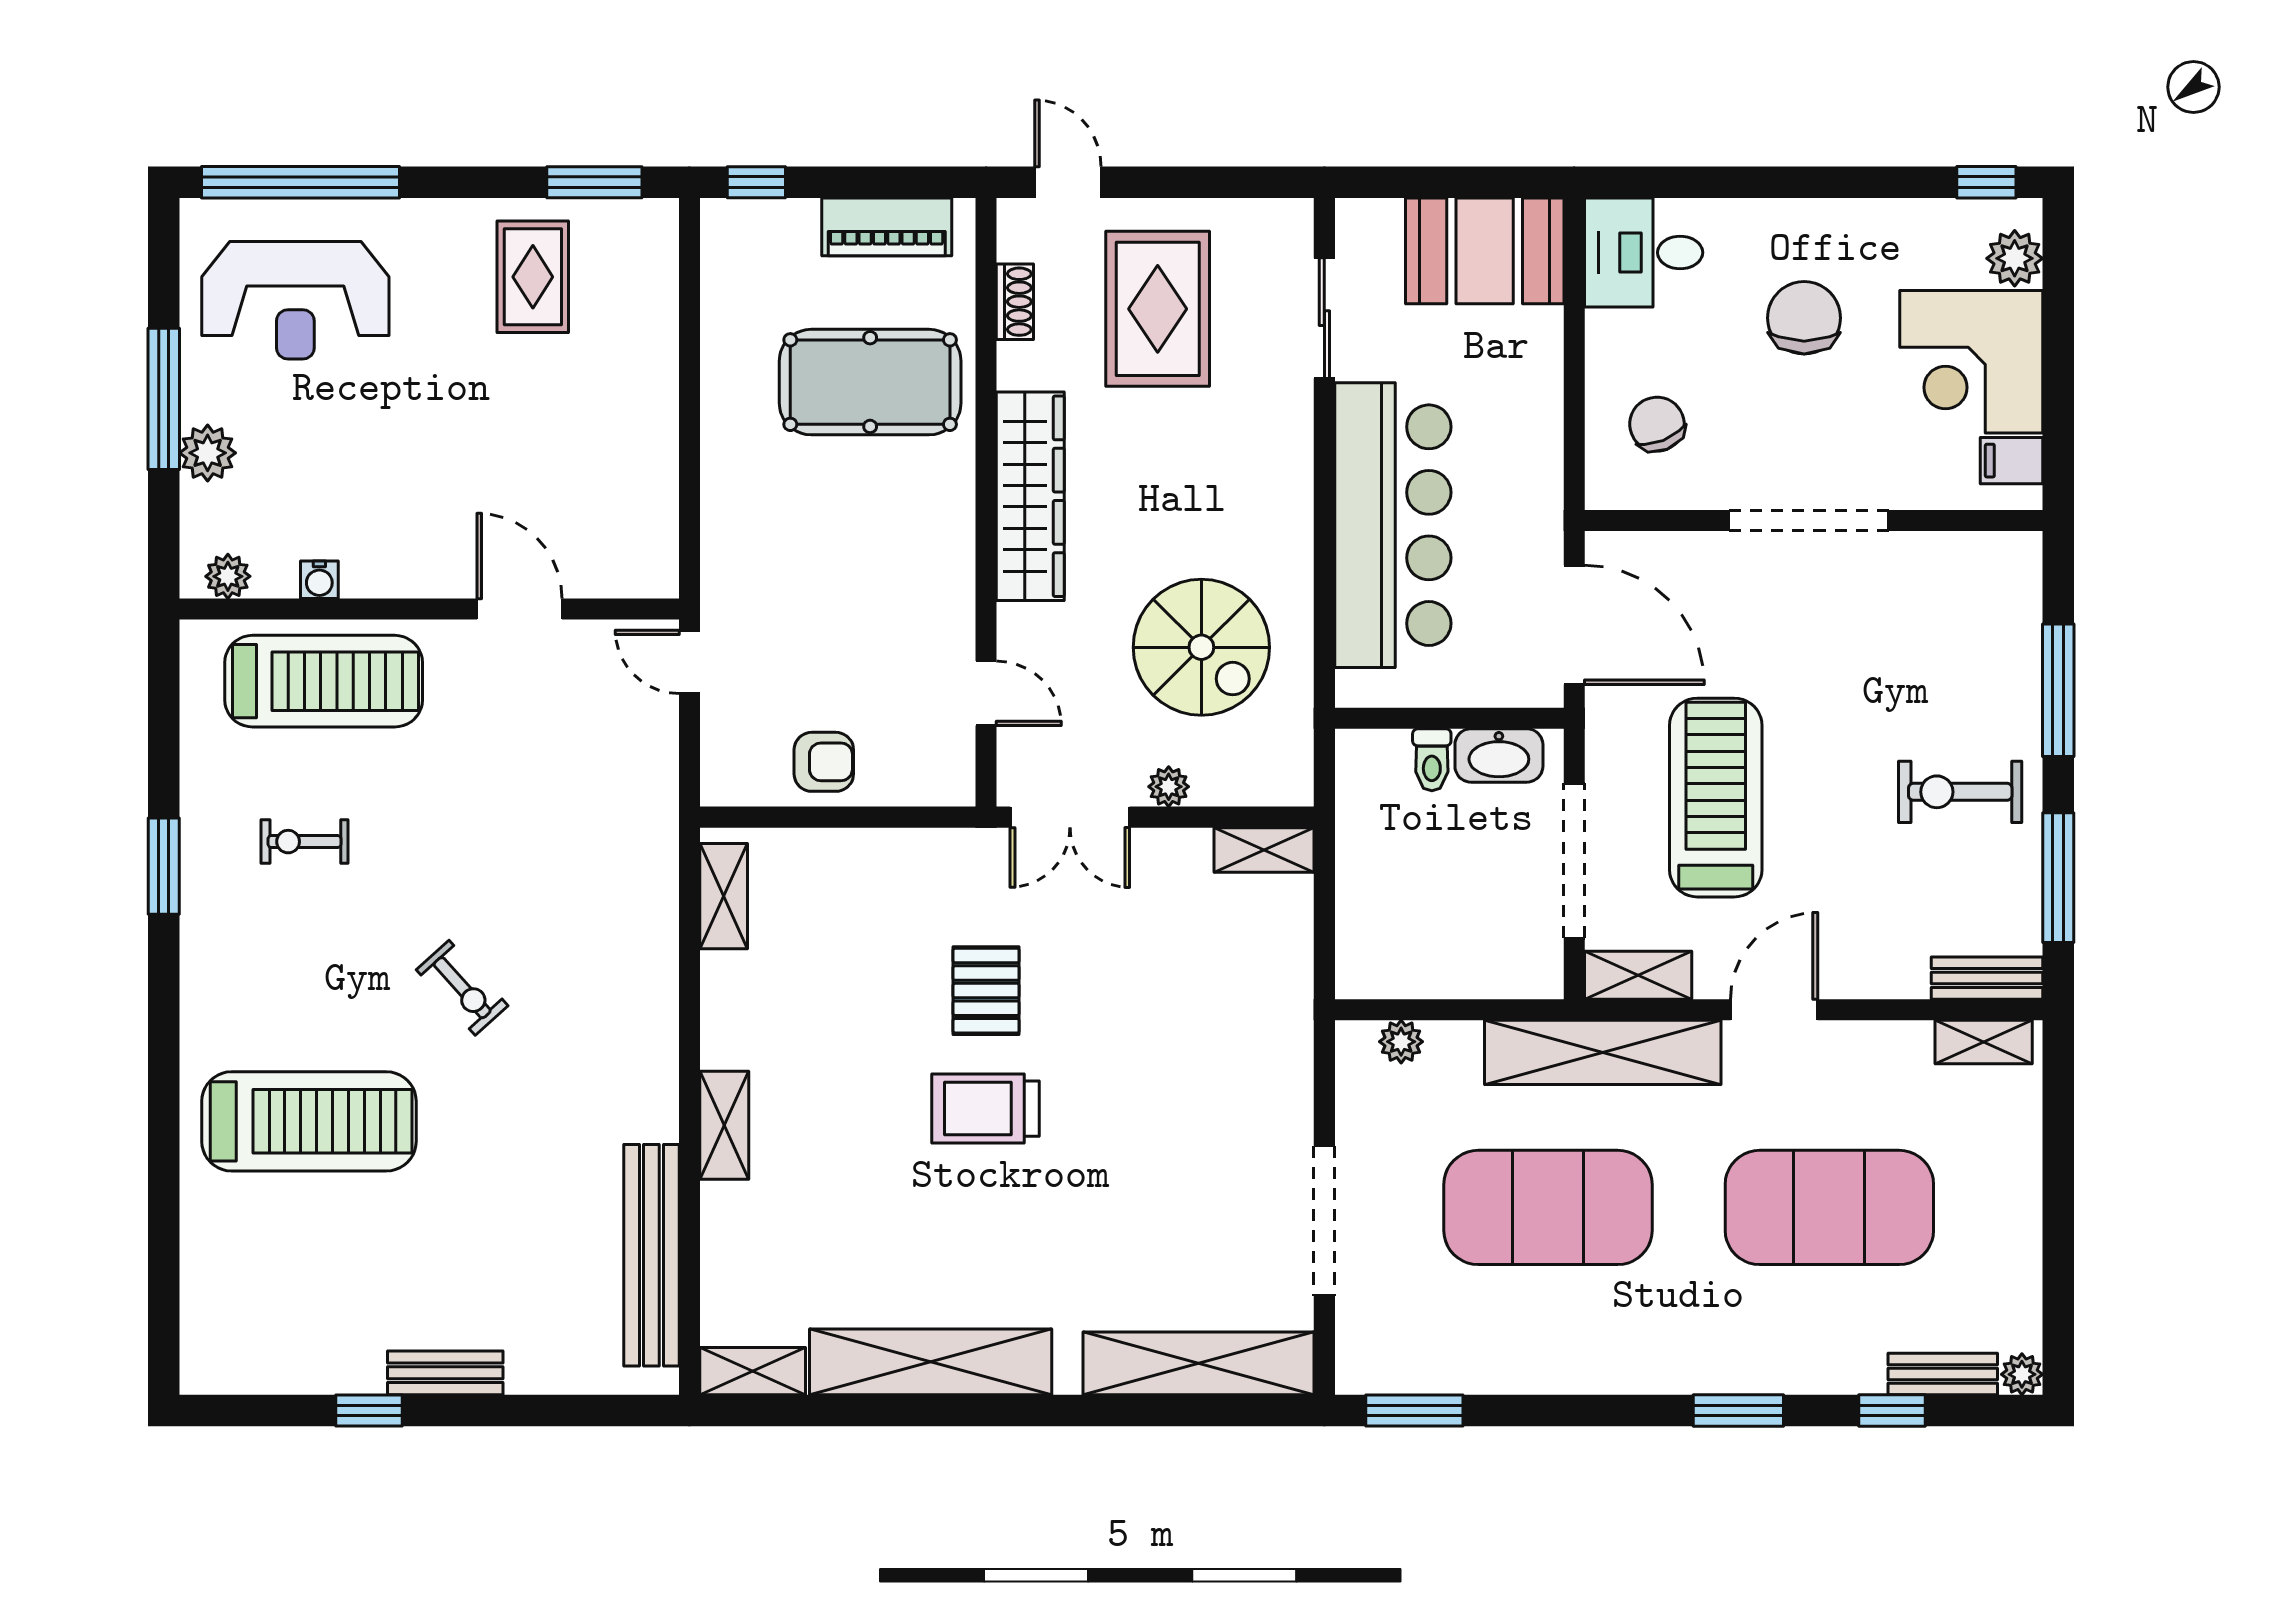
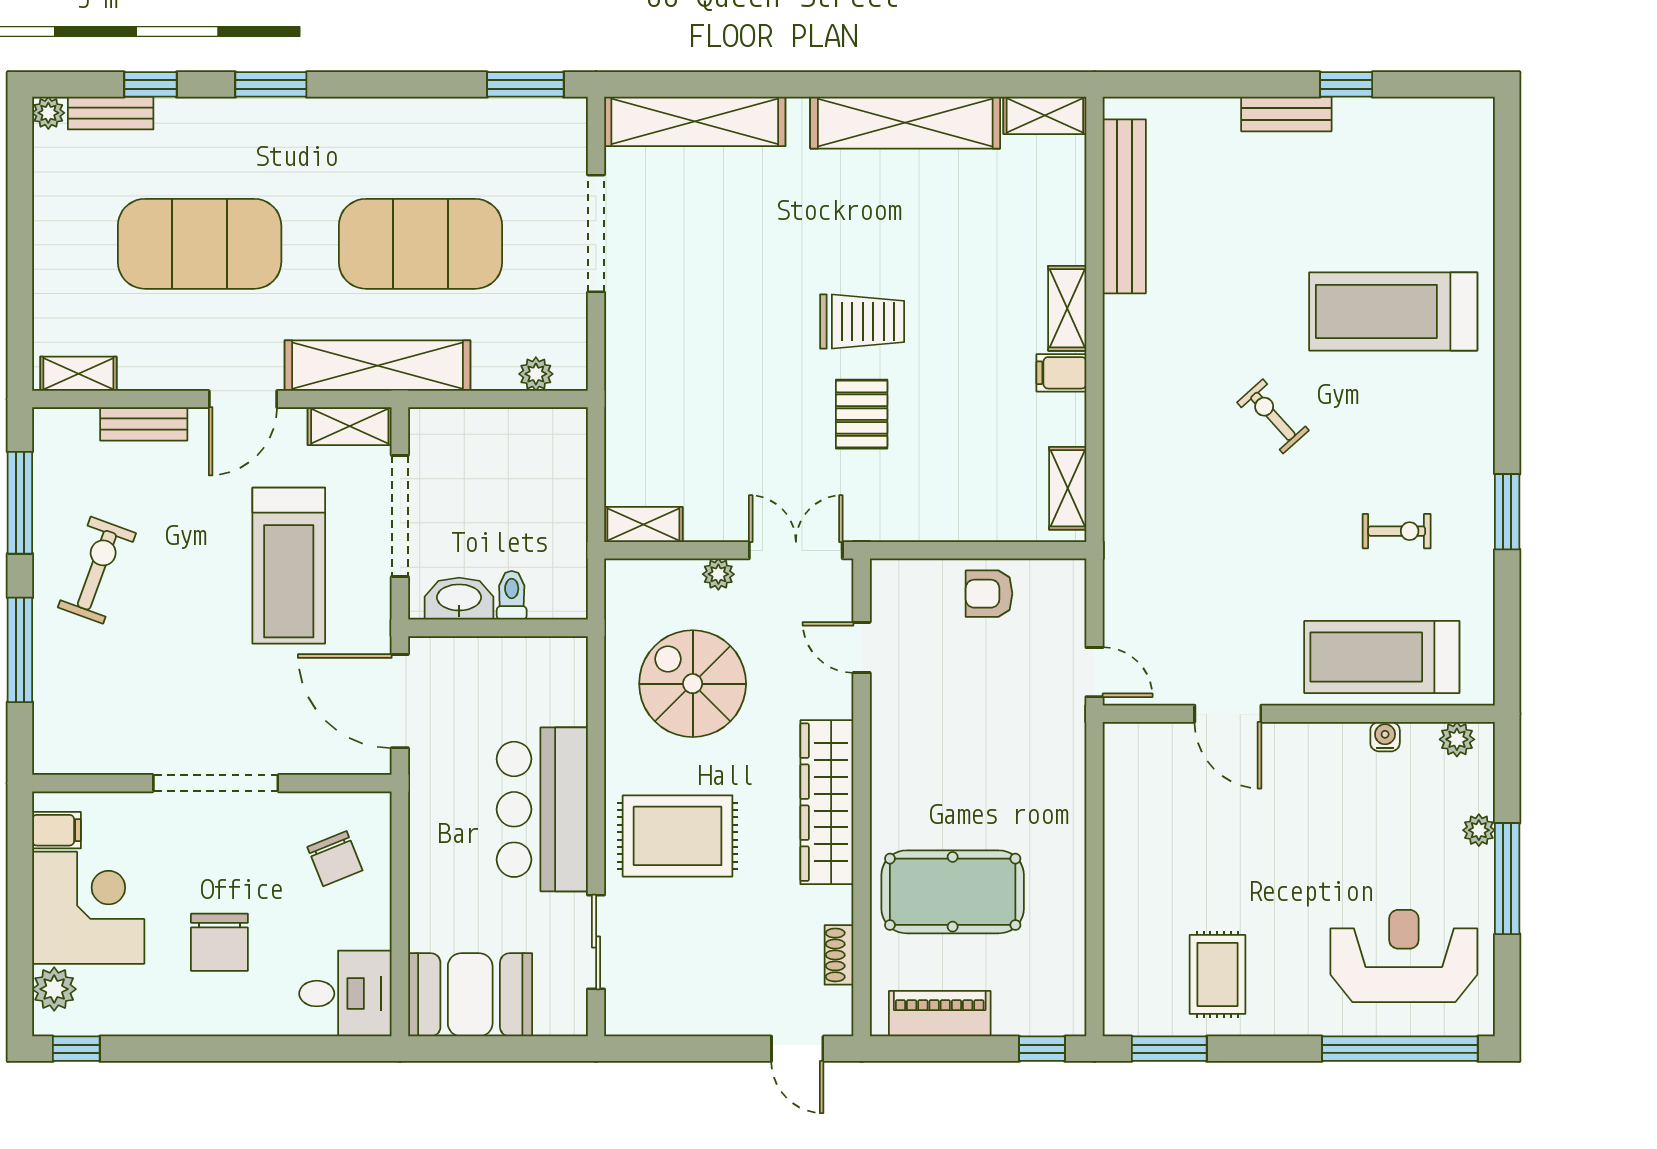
rug: (1158, 309) -> (678, 836), moved, turned 90
plant: (208, 453) -> (1479, 830), width x0.73, depth x0.73
bar counter: (1393, 525) -> (542, 809), width x0.73
exercise bike: (1960, 792) -> (97, 570), turned -70
bench: (1987, 978) -> (144, 424), moved
filing cabinet: (732, 1043) -> (1061, 373), added

